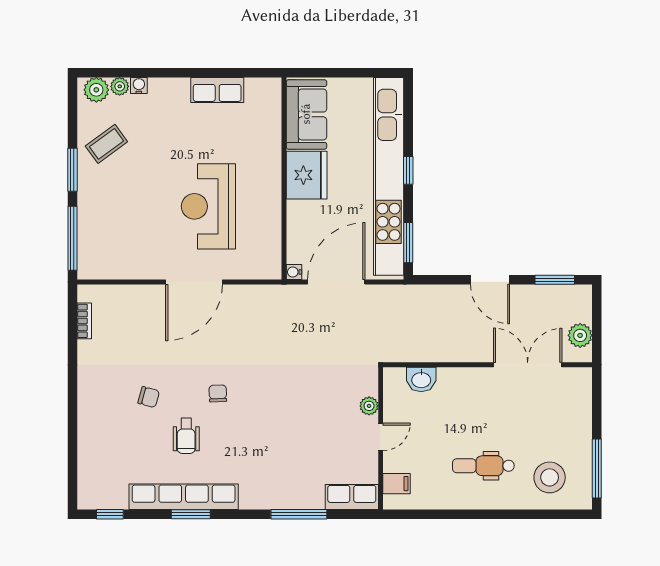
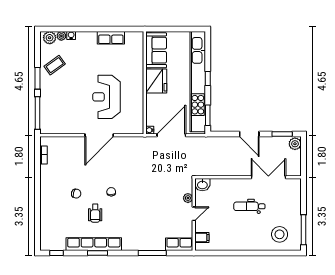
plant: (580, 335) -> (295, 144), moved
washbasin: (421, 379) -> (202, 185), moved
dental chair: (483, 466) -> (249, 206), moved

